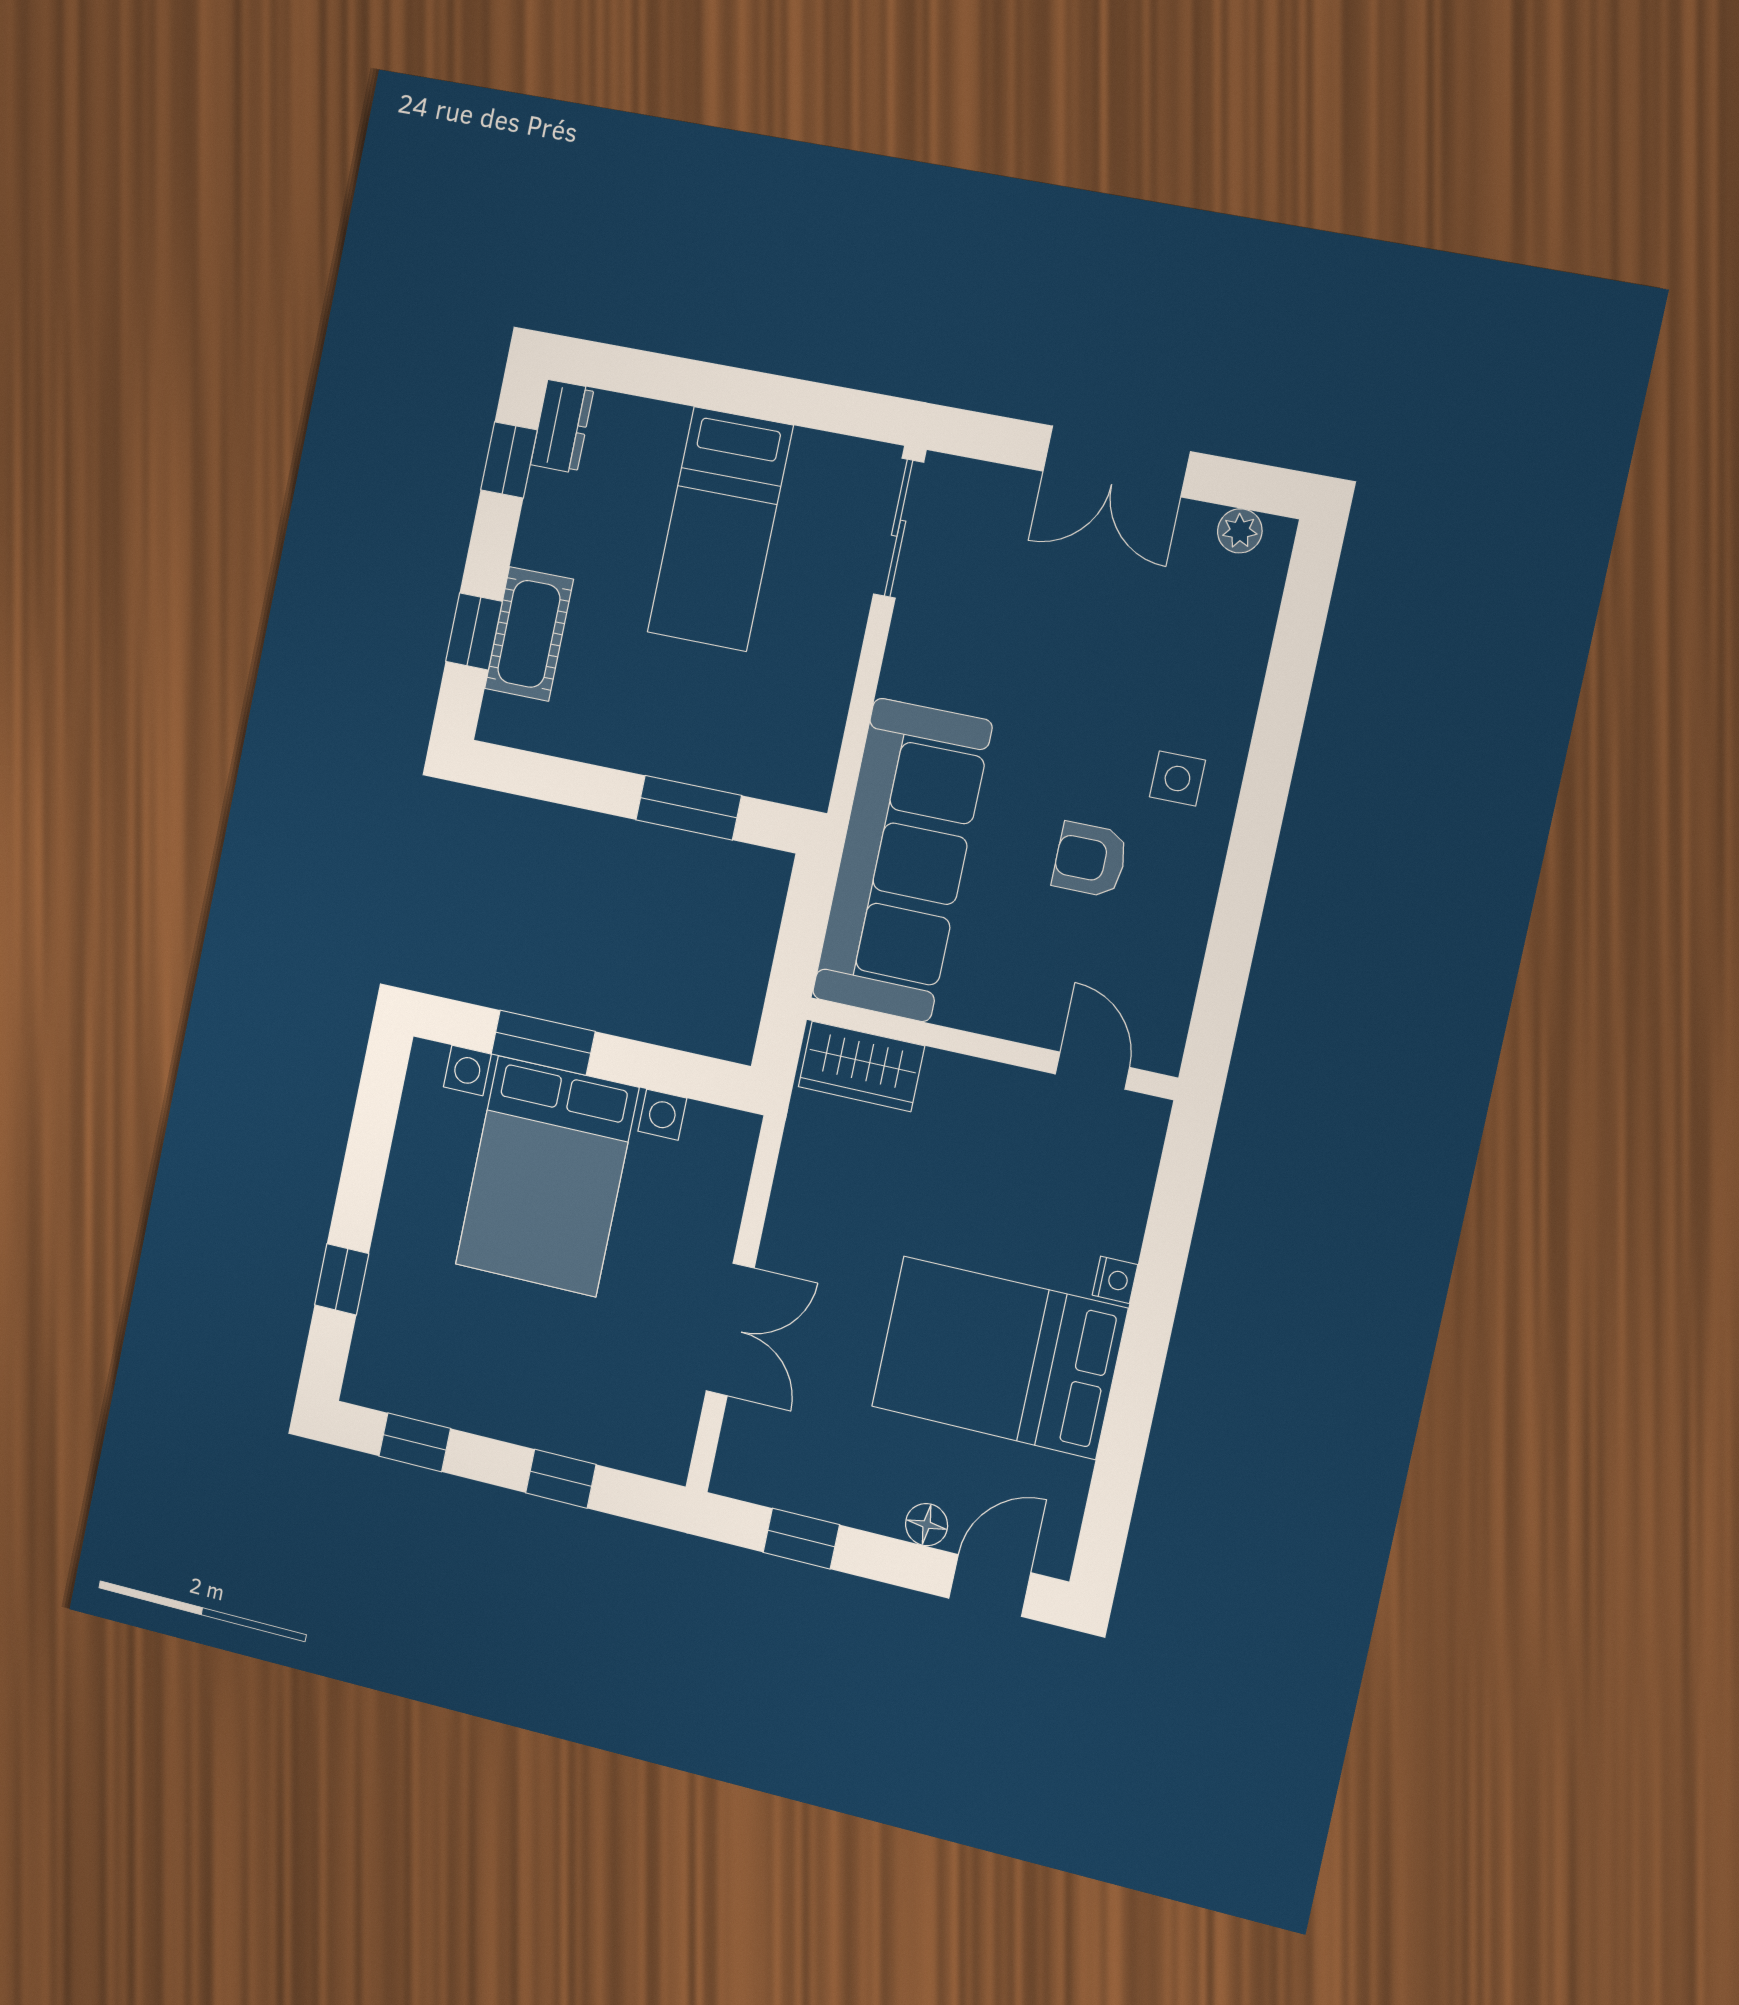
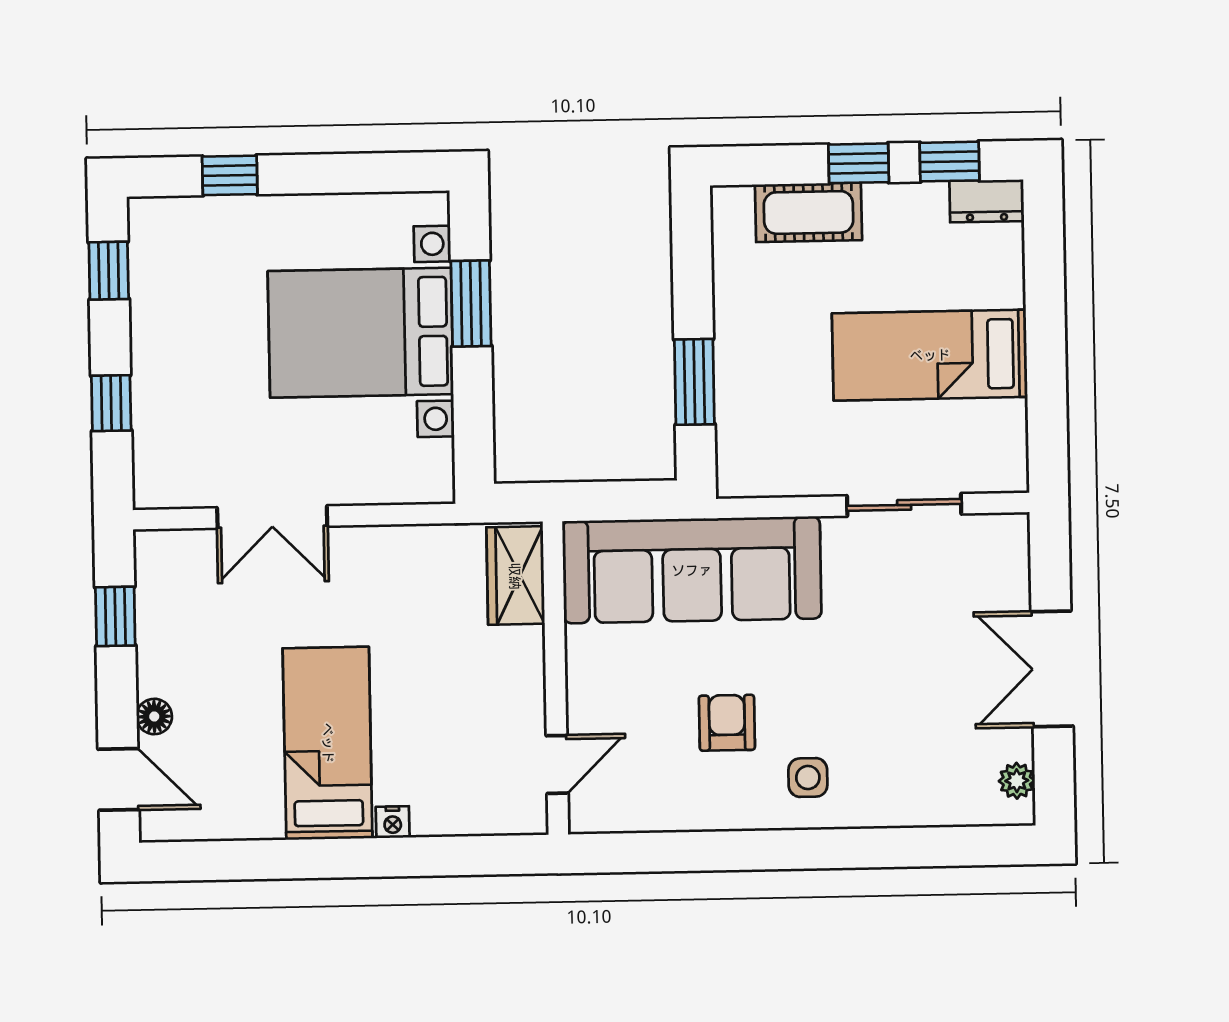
sliding door: (899, 528) -> (904, 505), moved
window: (474, 631) -> (859, 163), moved
bed: (999, 1358) -> (328, 743), width x0.67

